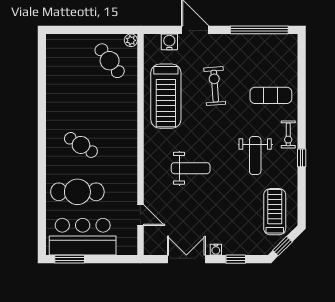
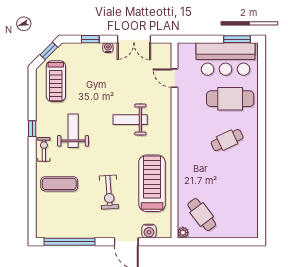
cafe table: (81, 145) -> (227, 140), turned -57

